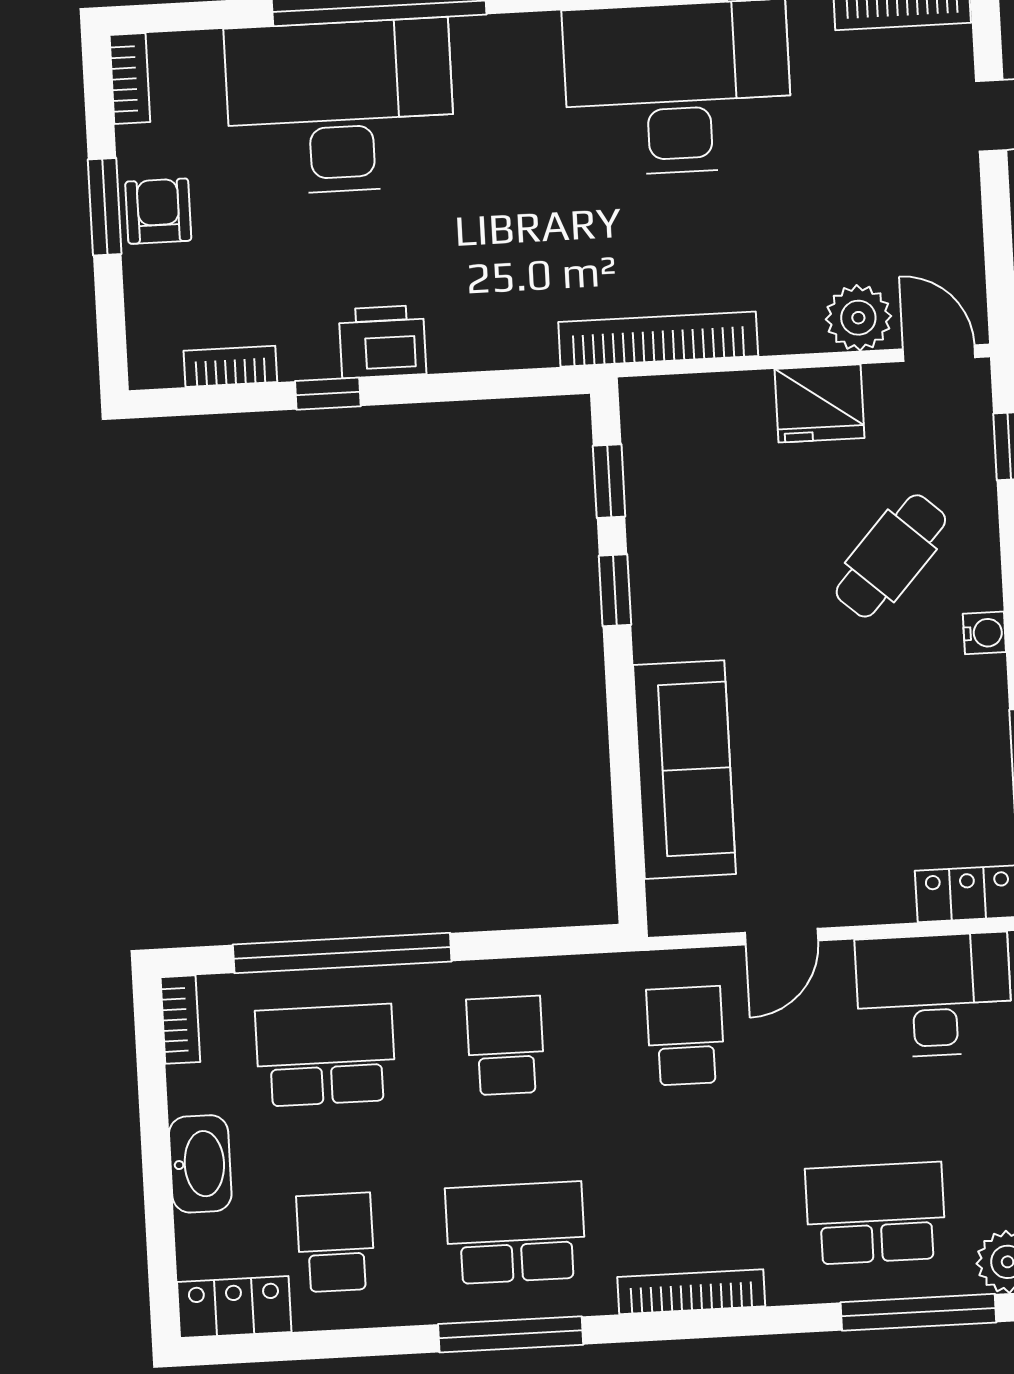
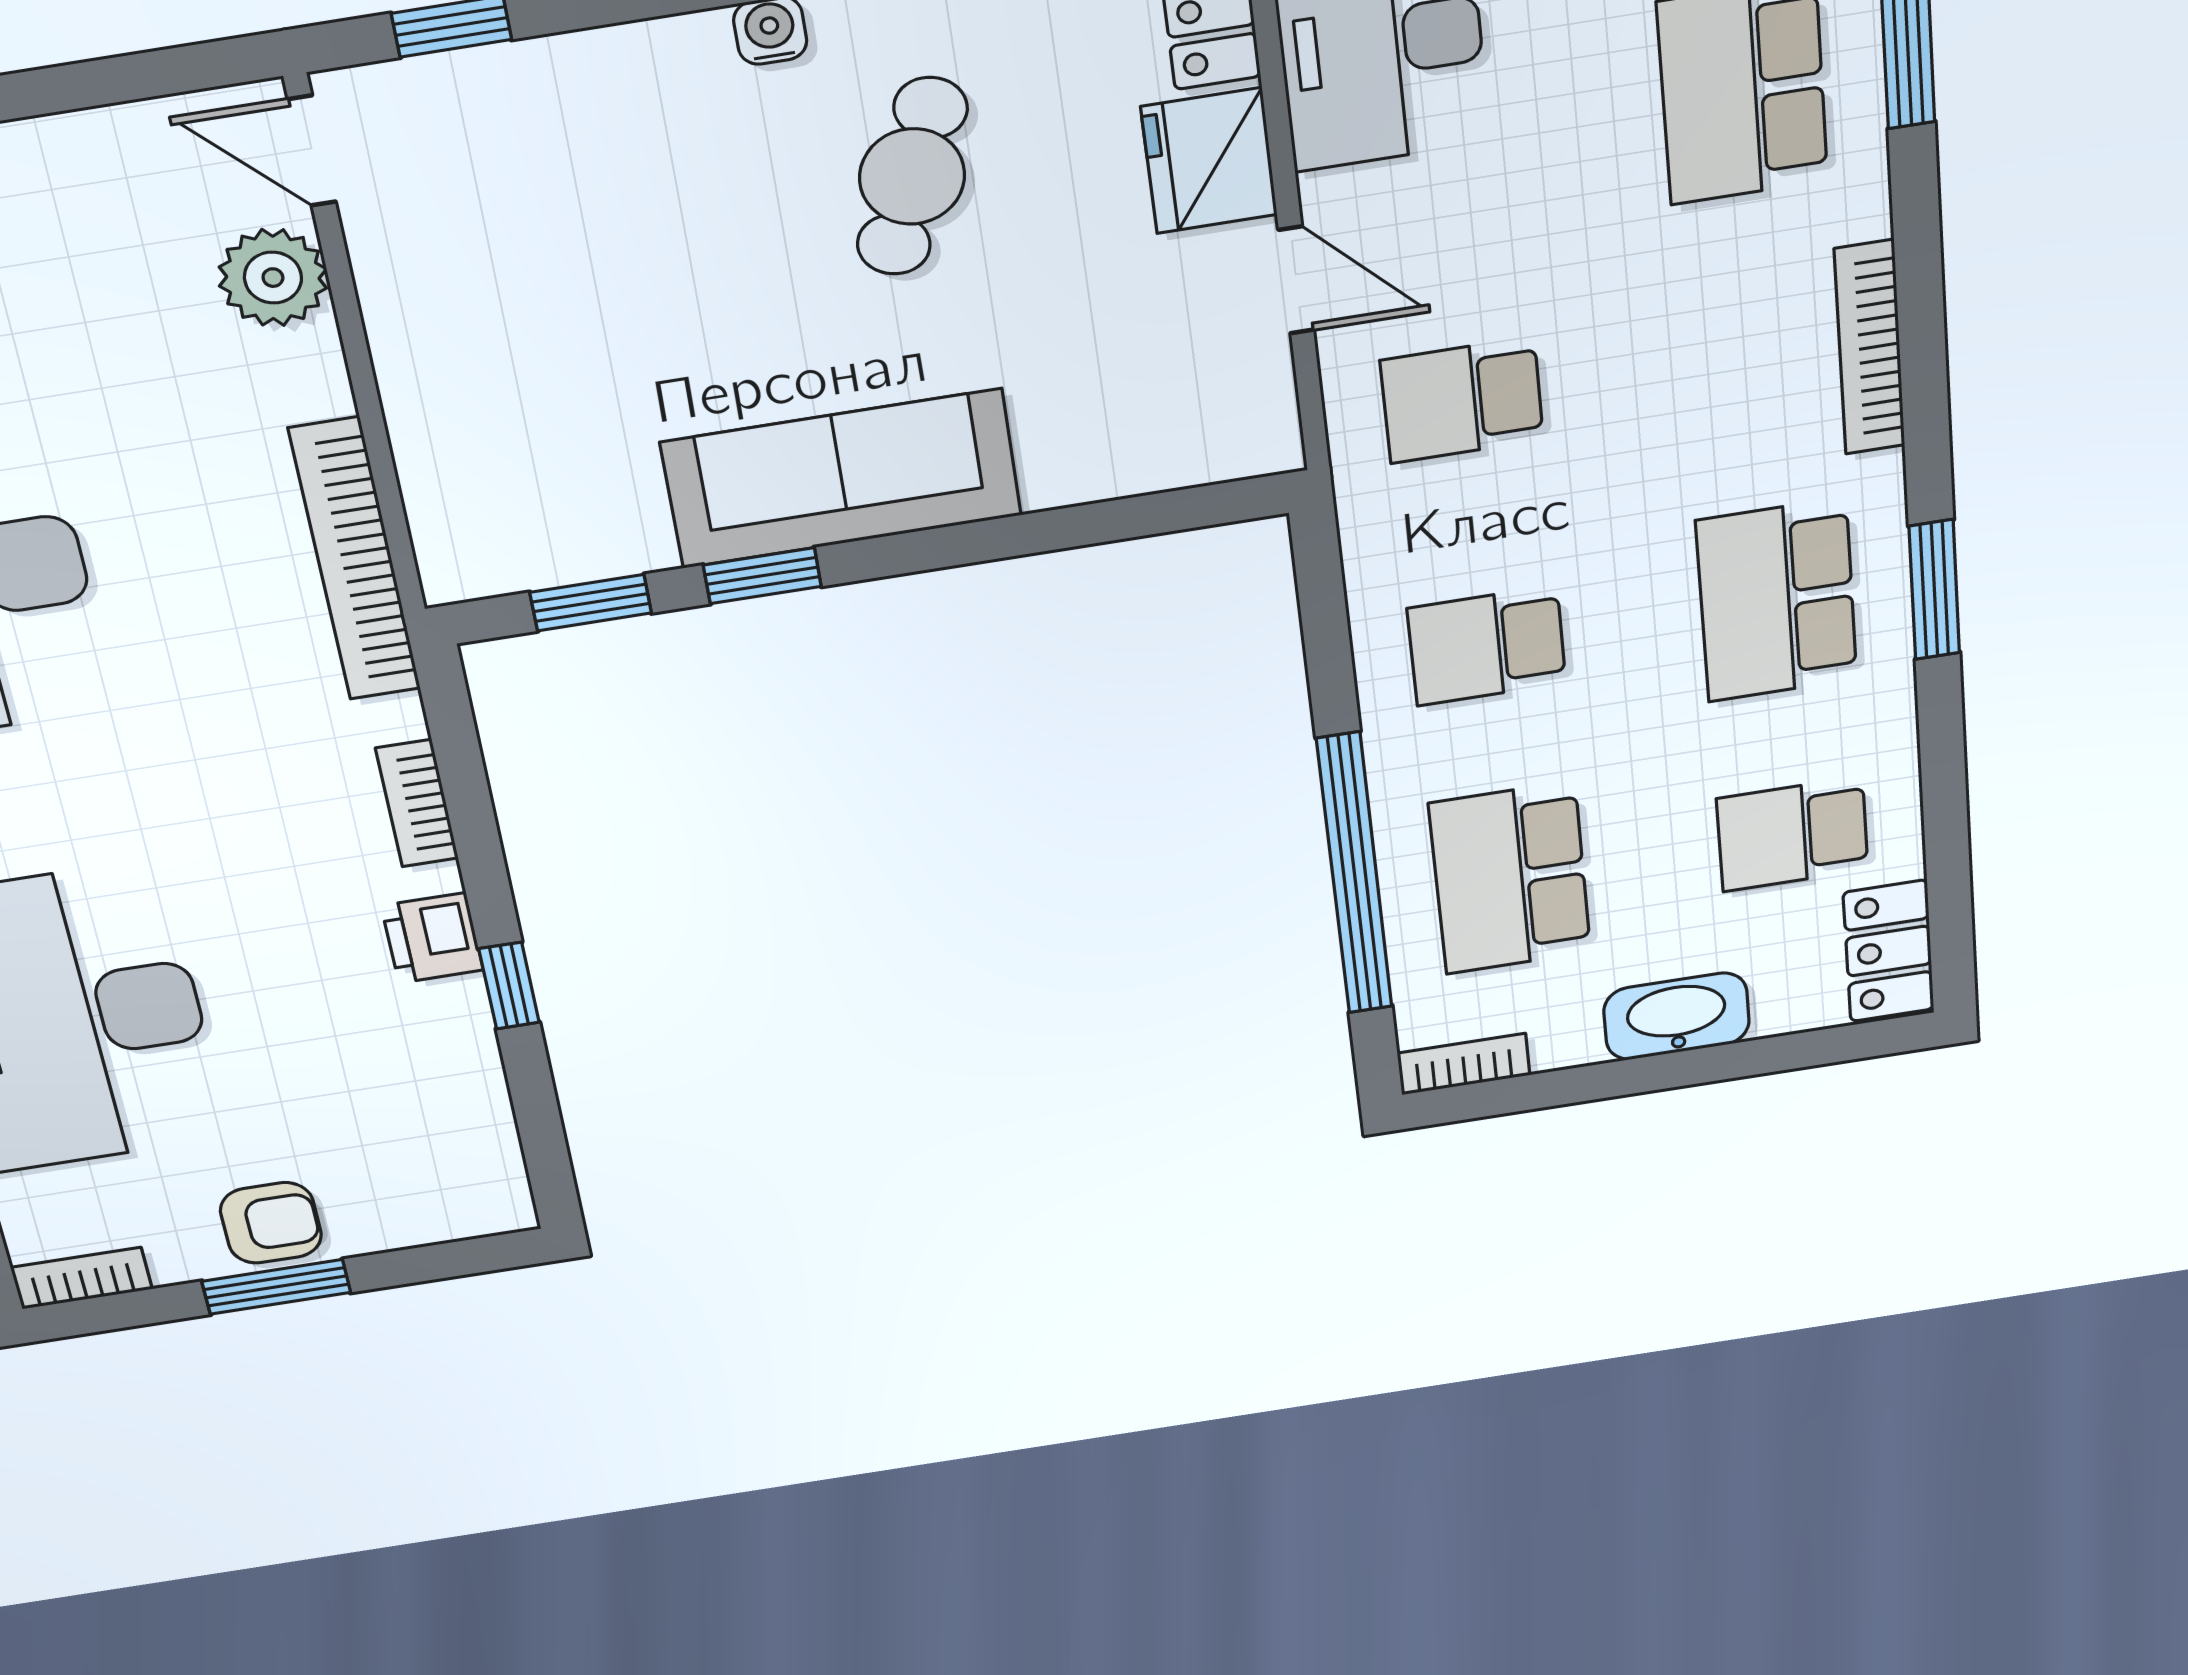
armchair: (158, 211) -> (271, 1223), turned 180
printer: (382, 342) -> (432, 938), width x0.73, depth x0.81
door: (939, 353) -> (312, 151), hinge flipped
bookcase: (230, 366) -> (417, 803), moved
fridge: (819, 403) -> (1209, 161), moved, turned 180
cafe table: (891, 556) -> (912, 177), moved, turned 70
sofa: (685, 770) -> (841, 479), moved
window: (511, 1334) -> (1934, 590), width x0.69

